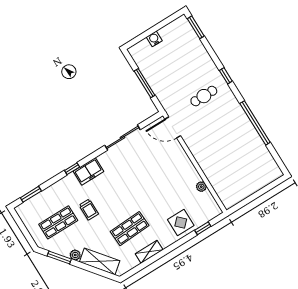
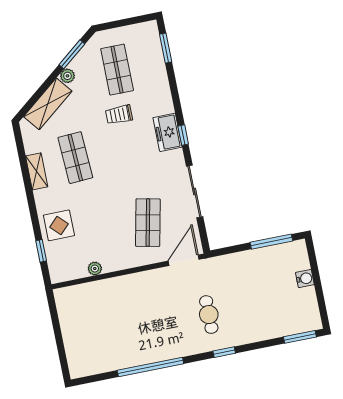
window: (145, 83) -> (271, 242), moved
shop shelf: (156, 162) -> (148, 223), added
window: (72, 169) -> (183, 135), moved

